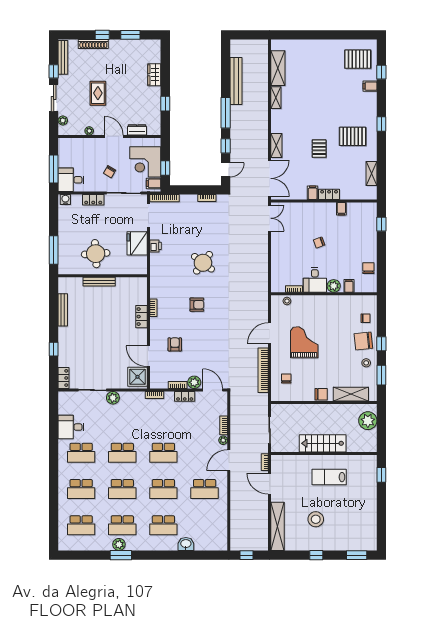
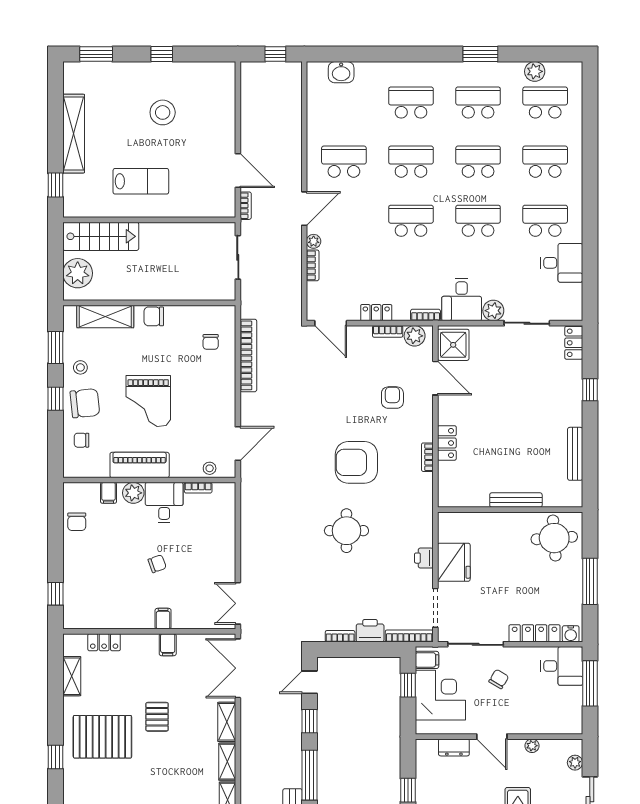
shelving: (276, 121) -> (227, 762), added
pallet: (353, 136) -> (102, 737), width x1.37, depth x1.41
locker: (329, 194) -> (104, 642), moved
locker: (93, 200) -> (535, 633), width x1.53
printer: (189, 201) -> (370, 631), added
filing cabinet: (341, 209) -> (163, 619), moved
window: (54, 250) -> (590, 581), moved
round table: (96, 254) -> (554, 538), moved
round table: (203, 263) -> (346, 531), turned -37
piano: (330, 303) -> (140, 465), added
armchair: (197, 305) -> (356, 462), width x1.88, depth x1.88
door: (270, 333) -> (238, 443), moved
grand piano: (304, 342) -> (148, 401), moved
armchair: (175, 344) -> (392, 398), turned 180
plant: (194, 382) -> (415, 336), moved
desk: (132, 404) -> (462, 300), added
stairs: (323, 443) -> (101, 236), moved
shelving: (278, 526) -> (74, 134), moved
plant: (119, 544) -> (535, 71), moved
washbasin: (186, 544) -> (341, 72), moved

